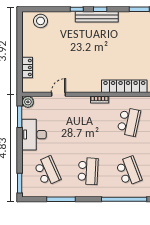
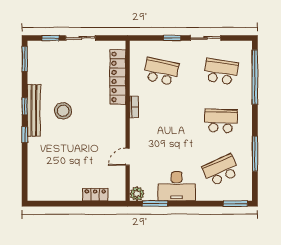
stool: (41, 21) -> (63, 111), moved
door: (58, 94) -> (128, 157), hinge flipped
school desk: (129, 171) -> (221, 72), turned 30

